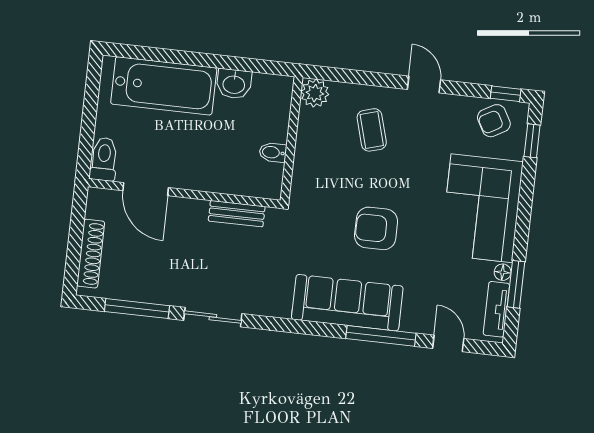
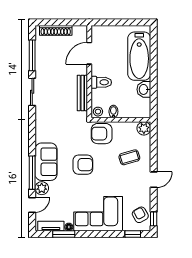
toilet: (104, 159) -> (101, 82), moved
armchair: (316, 182) -> (102, 134), added
stool: (269, 185) -> (98, 112), added
bench: (237, 214) -> (82, 93), width x1.36
armchair: (376, 228) -> (83, 165), turned 90
sofa: (347, 303) -> (46, 162), width x0.73
plant: (415, 319) -> (42, 188), added

